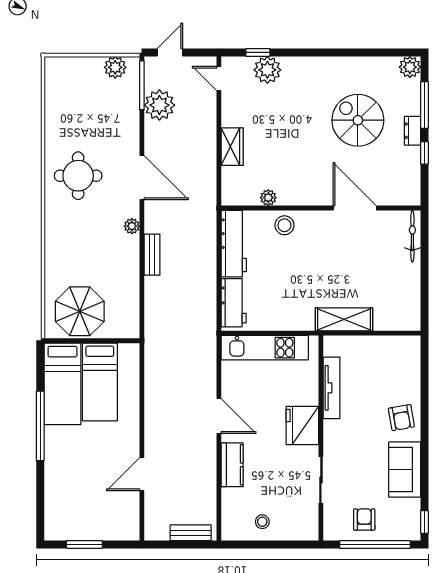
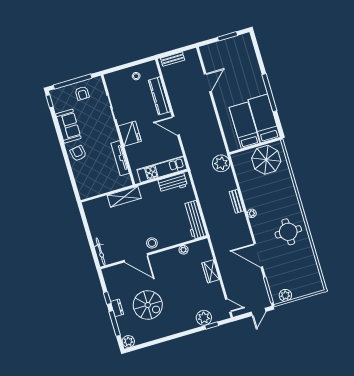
plant: (159, 105) -> (221, 163), moved
door: (142, 178) -> (258, 255), moved
stool: (284, 225) -> (152, 243), moved
workbench: (234, 303) -> (173, 183), moved, turned -90
kitchen counter: (232, 465) -> (159, 96), width x1.50

